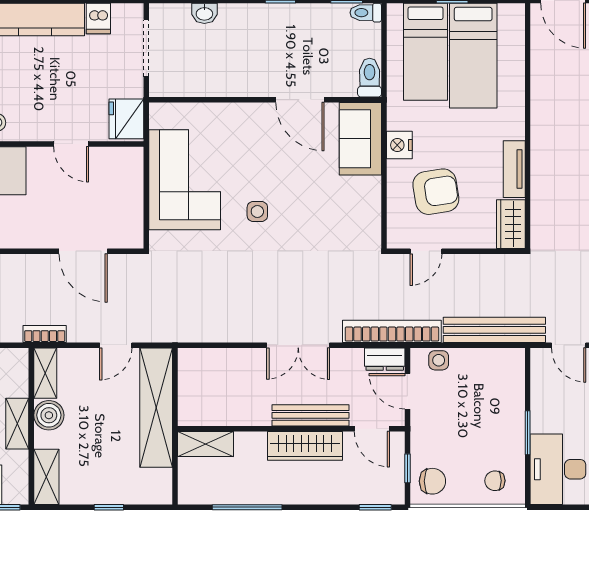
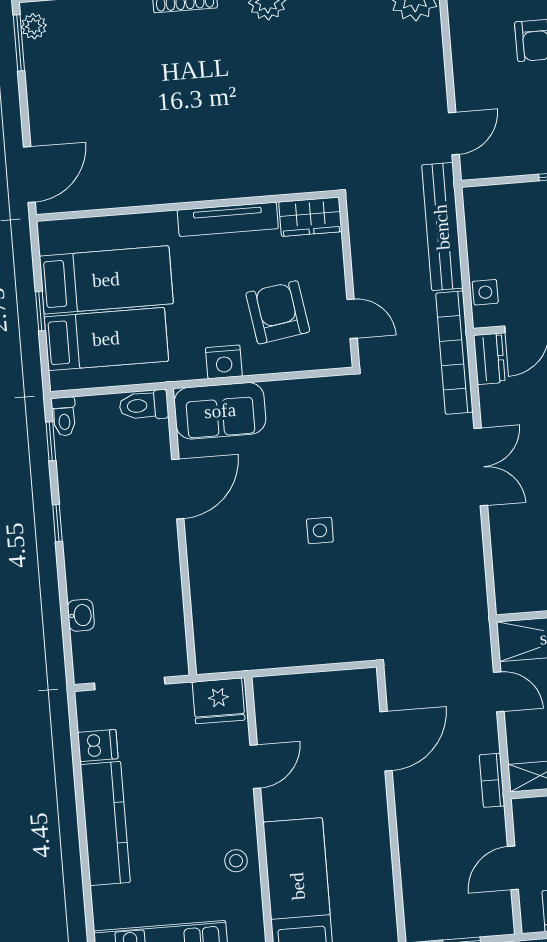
tv unit: (514, 169) -> (228, 219), width x1.41
corner sofa: (185, 180) -> (288, 623), removed

